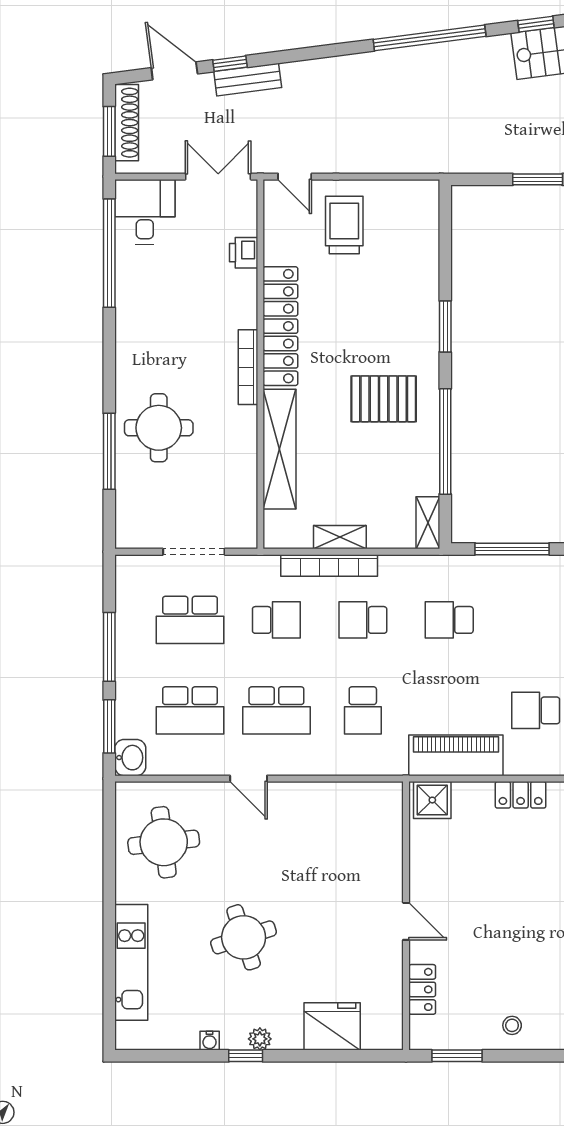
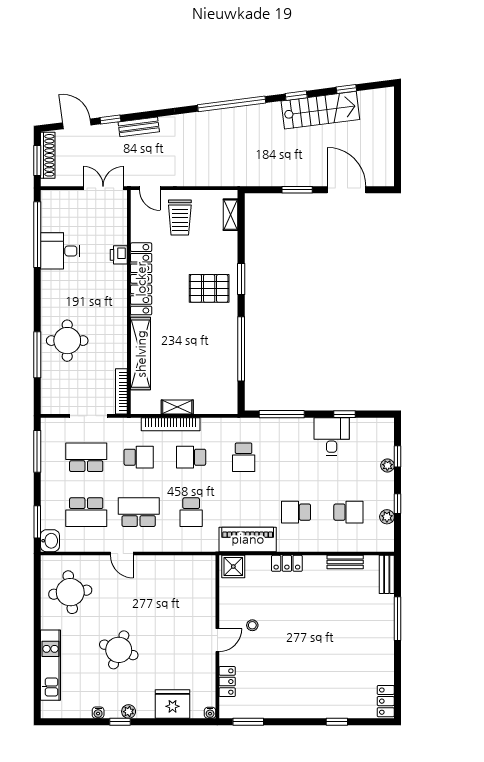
bench: (248, 80) -> (139, 127), moved
desk: (145, 212) -> (60, 251), moved, turned -90
trolley: (344, 225) -> (180, 217), turned 180
printer: (244, 253) -> (119, 255), moved
bookcase: (248, 367) -> (121, 391), moved
pallet: (384, 399) -> (209, 288), moved
shelving: (428, 523) -> (231, 215), moved
school desk: (190, 620) -> (86, 457), turned 180
school desk: (449, 620) -> (244, 457), turned -90
window: (109, 647) -> (37, 451), moved
school desk: (276, 710) -> (139, 512), turned 180
door: (406, 921) -> (217, 640), hinge flipped
round table: (244, 937) -> (119, 650), turned 38
stool: (512, 1025) -> (252, 625), moved
water cooler: (394, 1041) -> (210, 713), added

